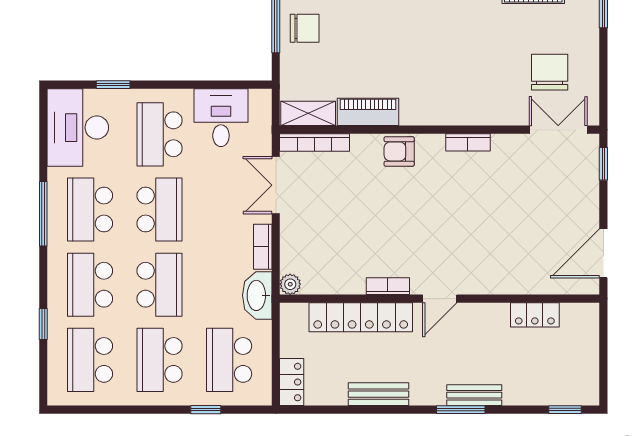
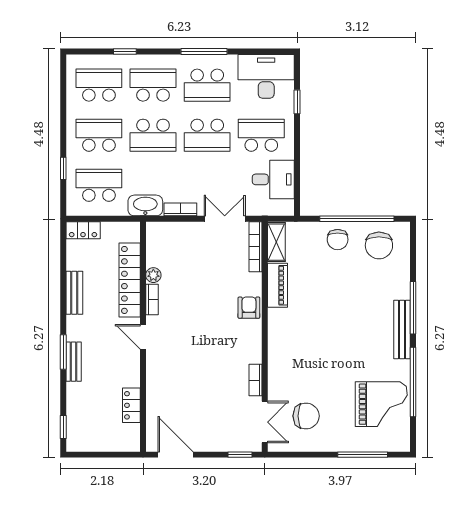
bookcase: (468, 142) -> (256, 380), moved
school desk: (90, 210) -> (207, 85), turned 180
plant: (290, 284) -> (153, 275), moved

